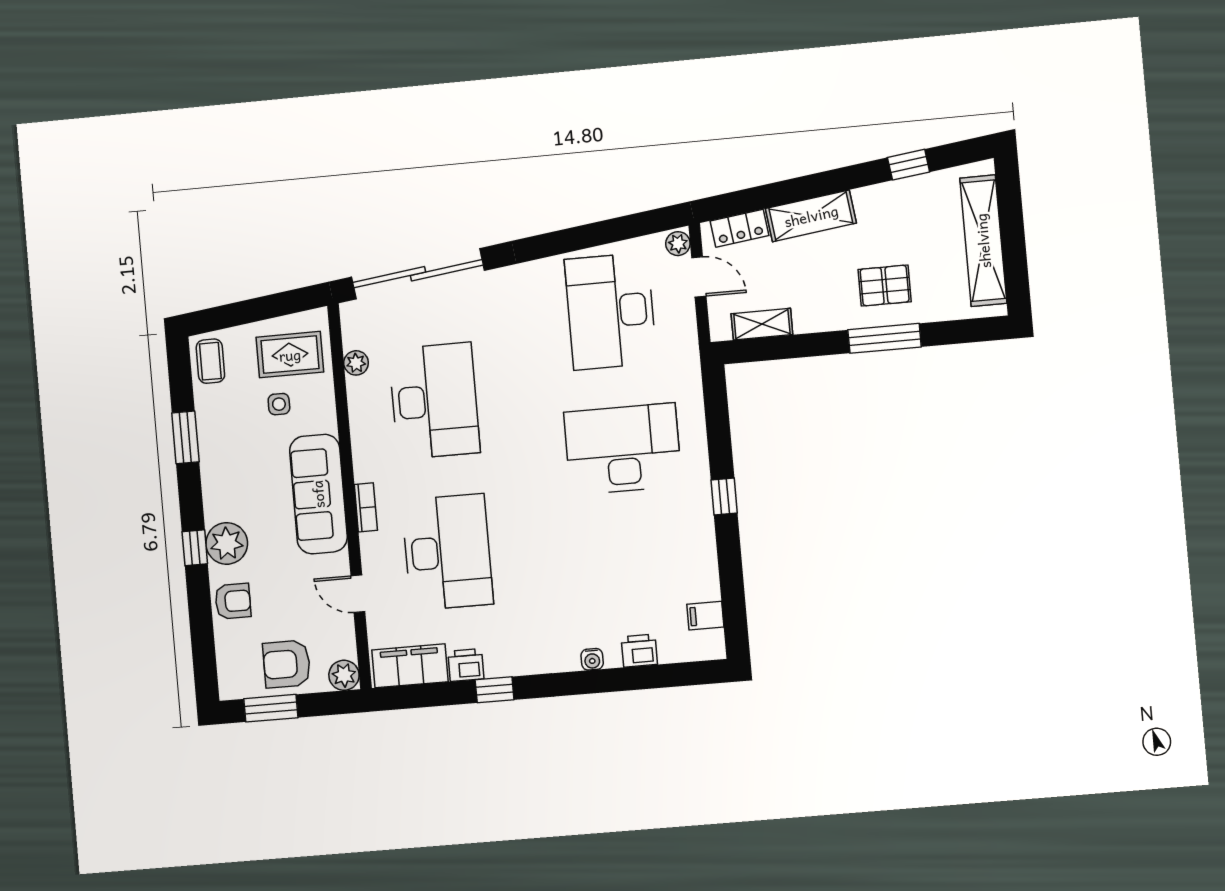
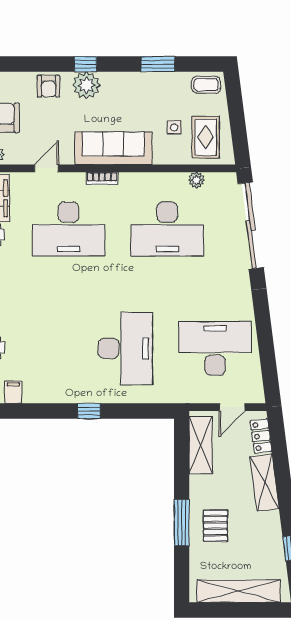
plant: (678, 244) -> (255, 396), removed
shelving: (762, 324) -> (201, 445), width x1.50, depth x1.33

